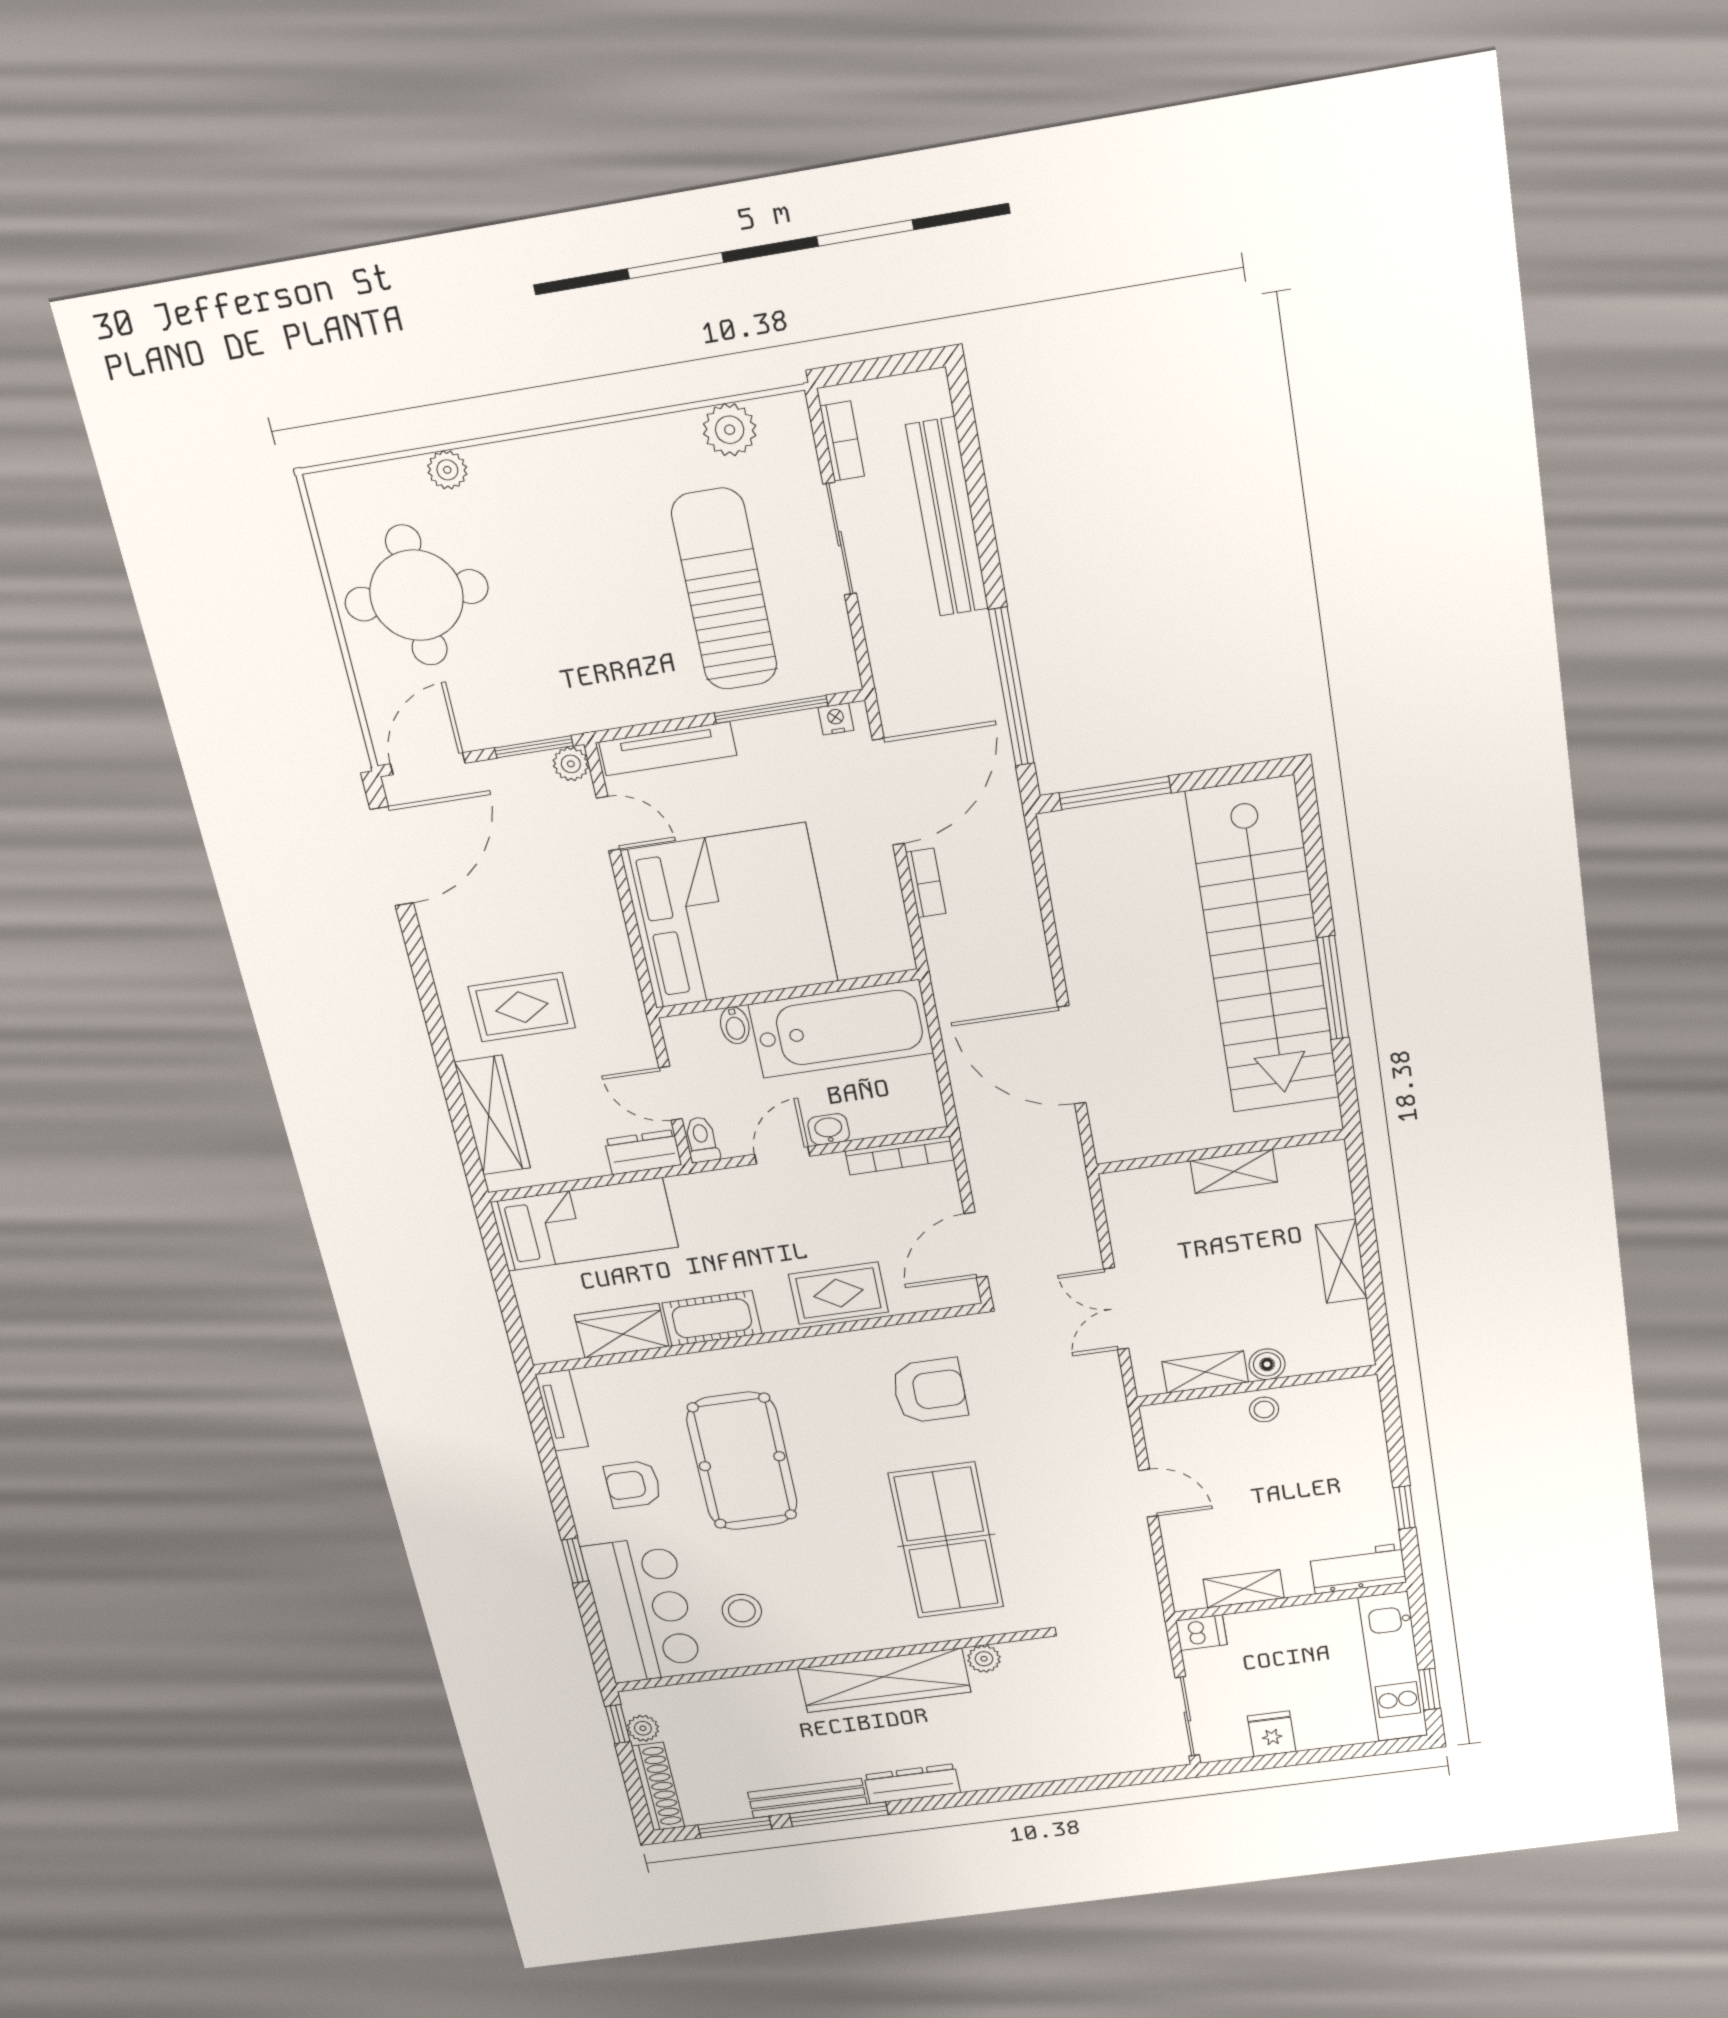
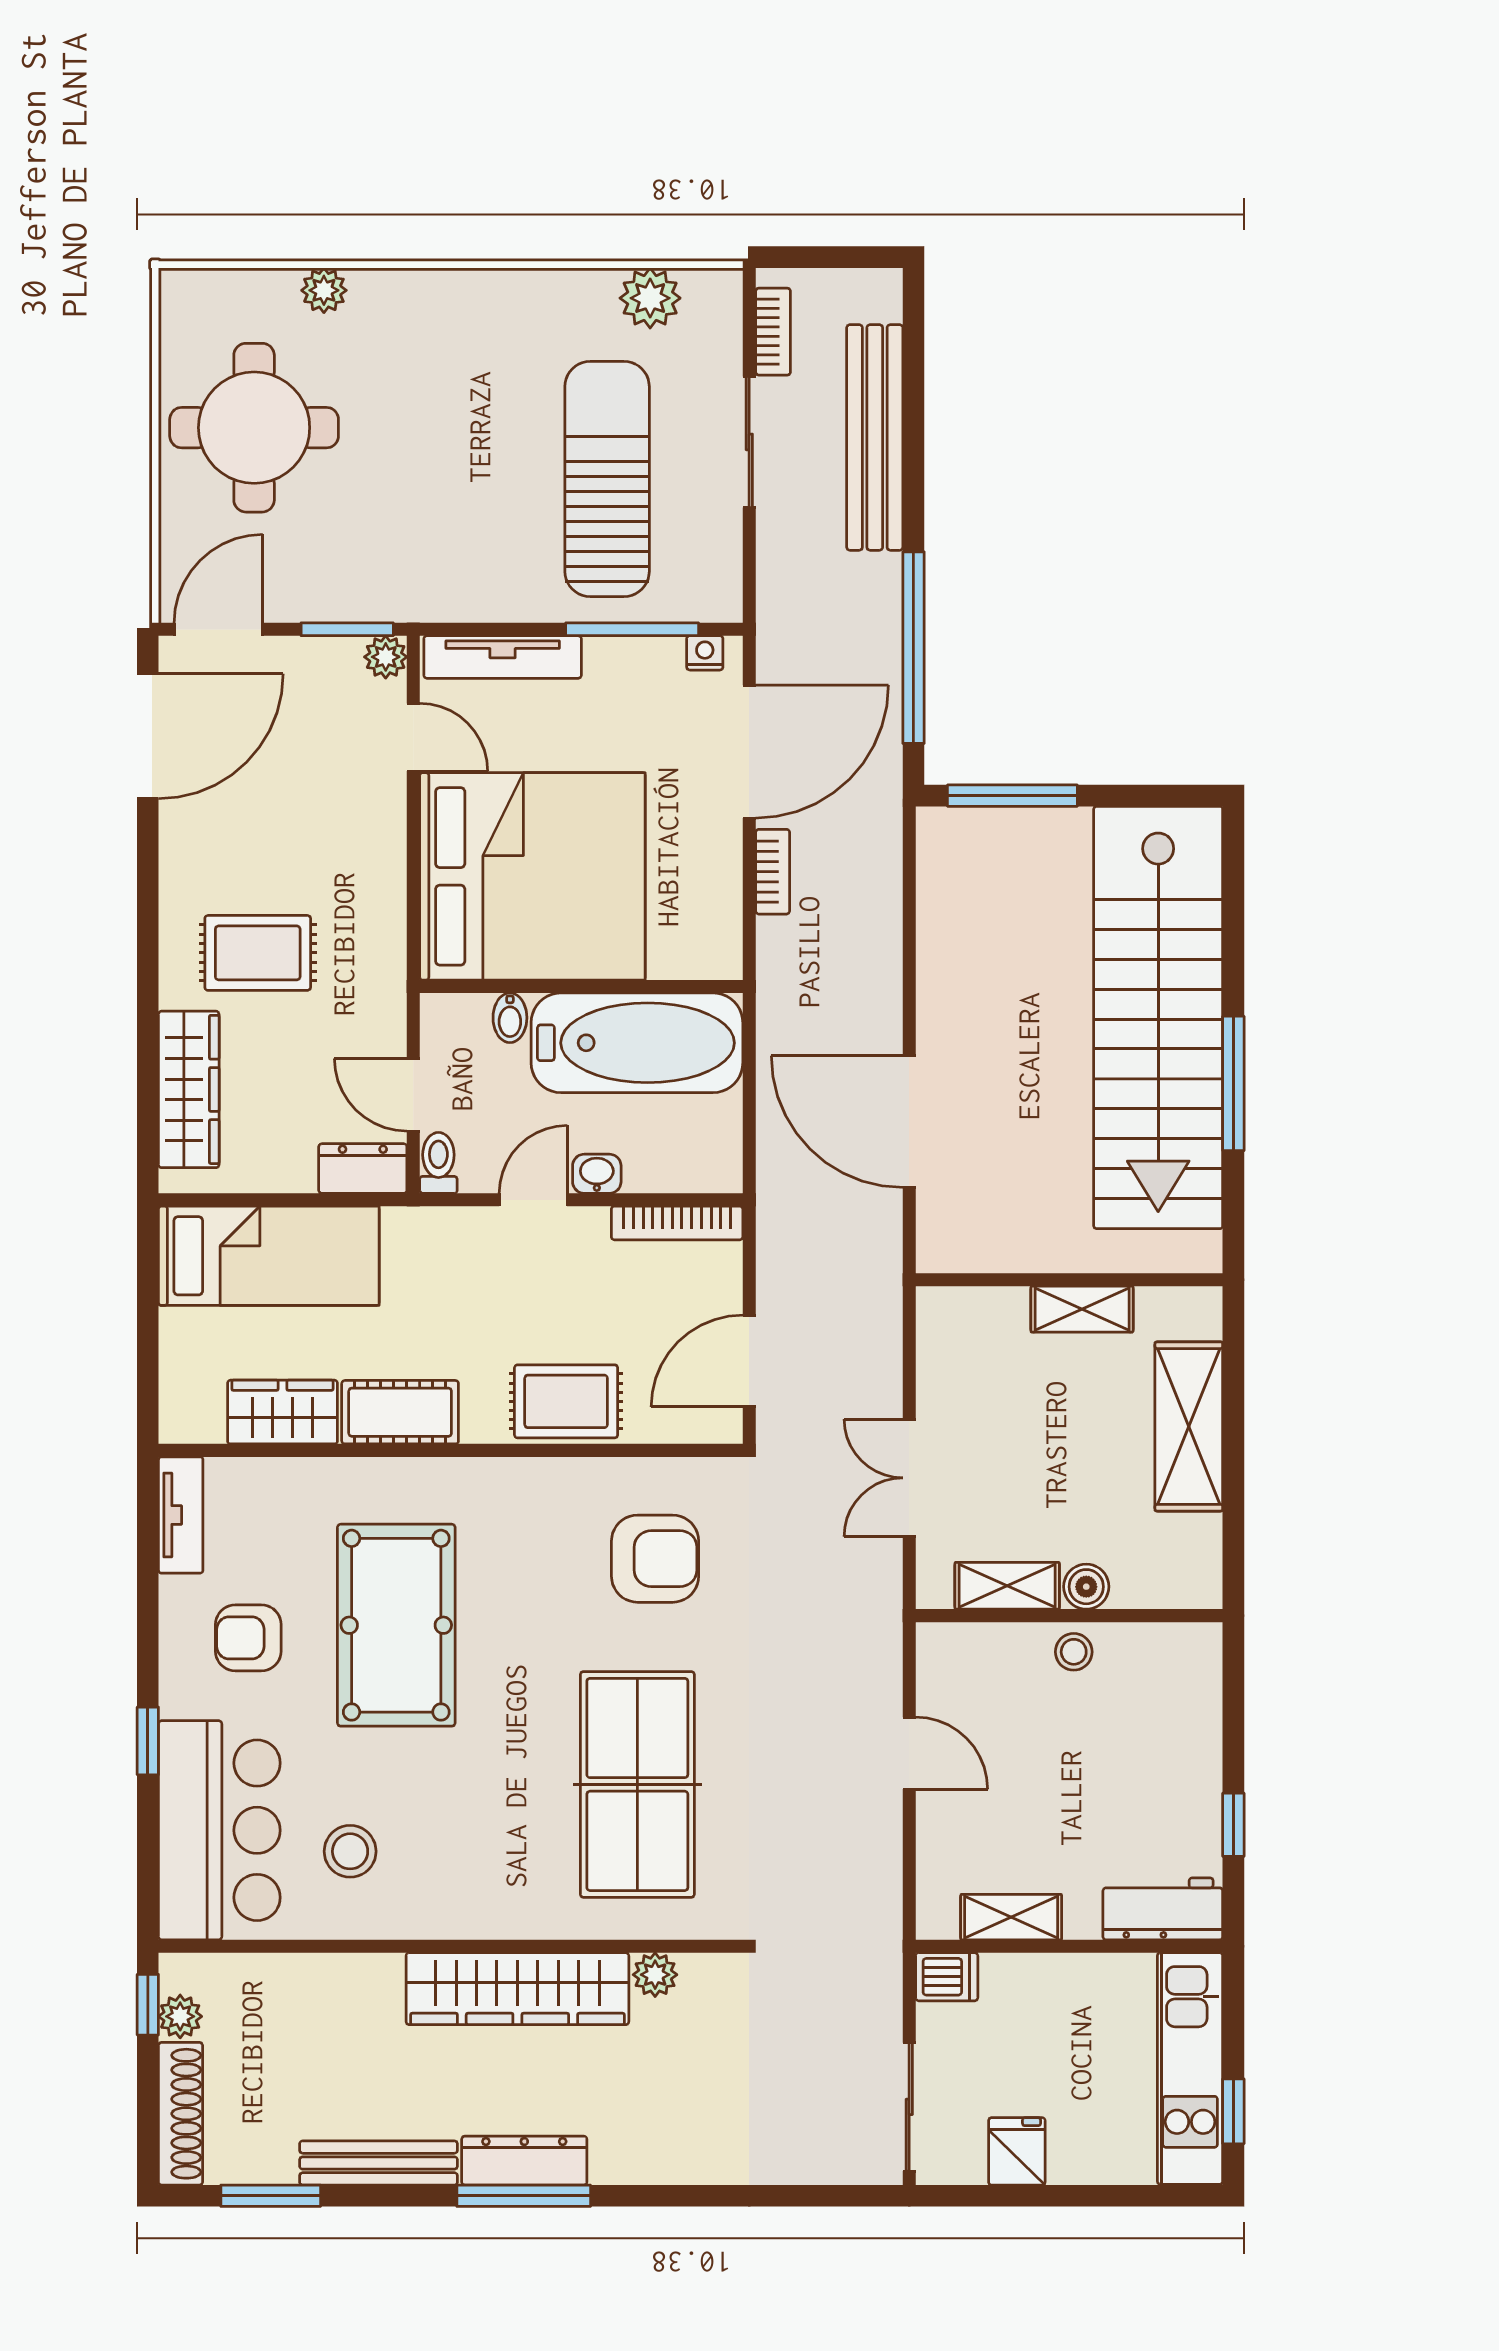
shelving: (1341, 1261) -> (1189, 1426), width x1.50, depth x1.33
window: (839, 1814) -> (524, 2196), moved

